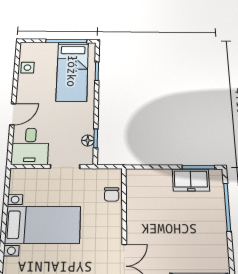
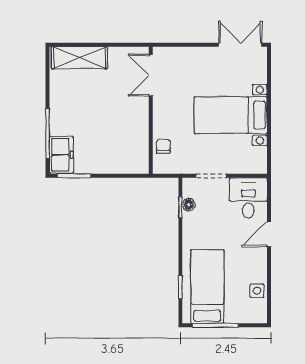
freezer: (191, 180) -> (61, 155), moved, turned 90

